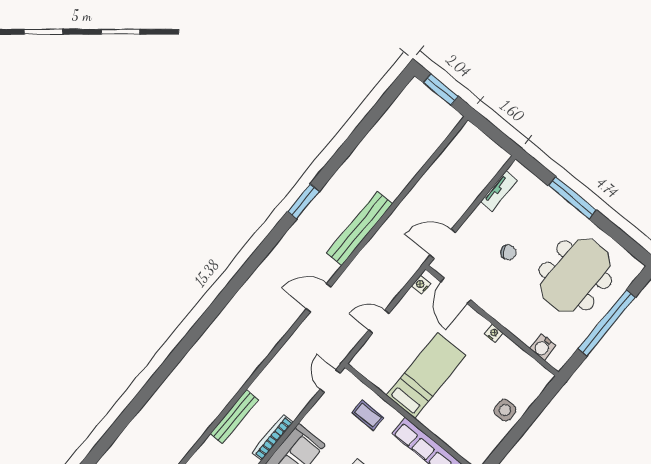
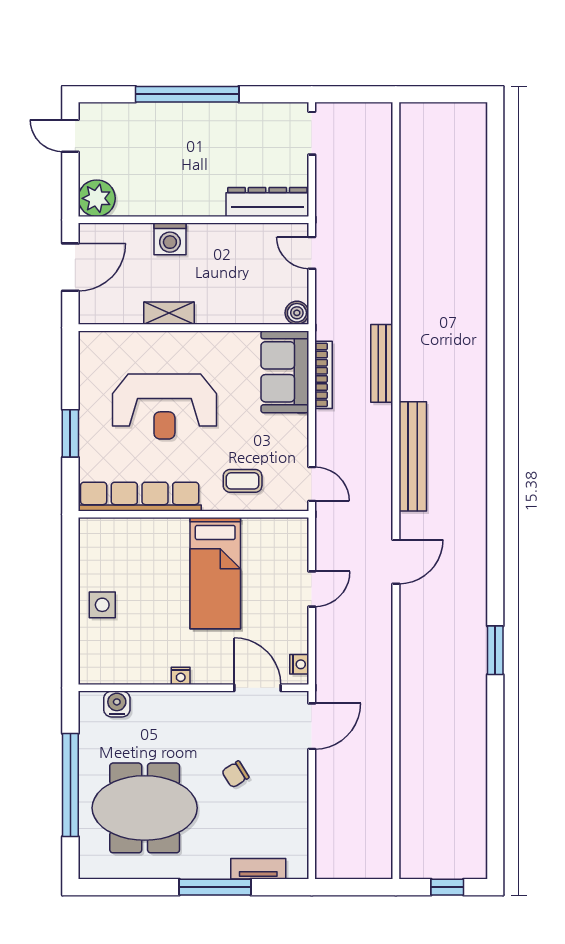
window: (441, 90) -> (447, 887), width x0.67
tv unit: (499, 191) -> (258, 869), moved, turned 90
bench: (360, 228) -> (413, 456), moved
meeting table: (575, 275) -> (145, 808), turned 90

